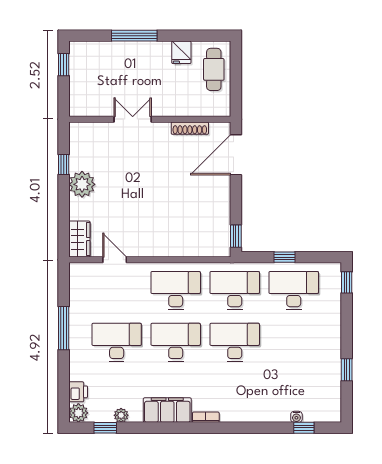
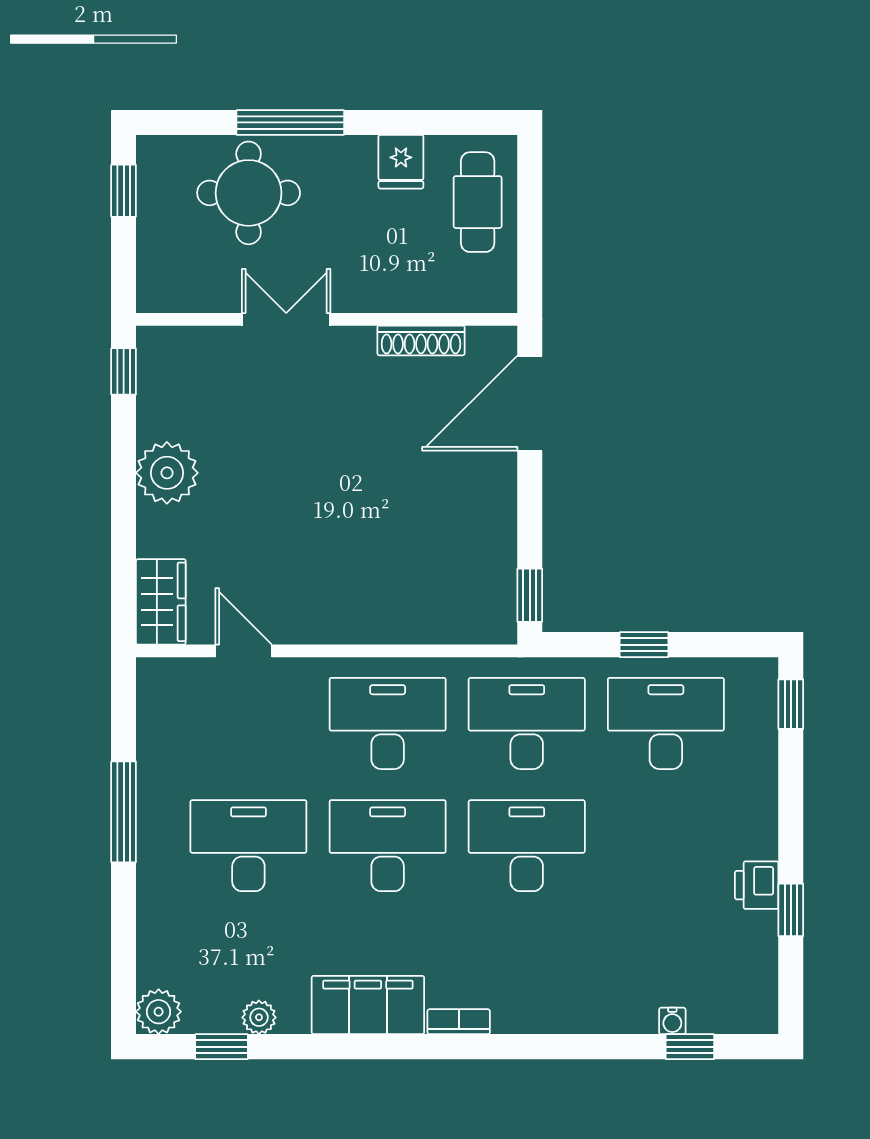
round table: (117, 66) -> (249, 193), added
window: (64, 164) -> (124, 371), moved
printer: (78, 392) -> (757, 885), moved, turned 180

